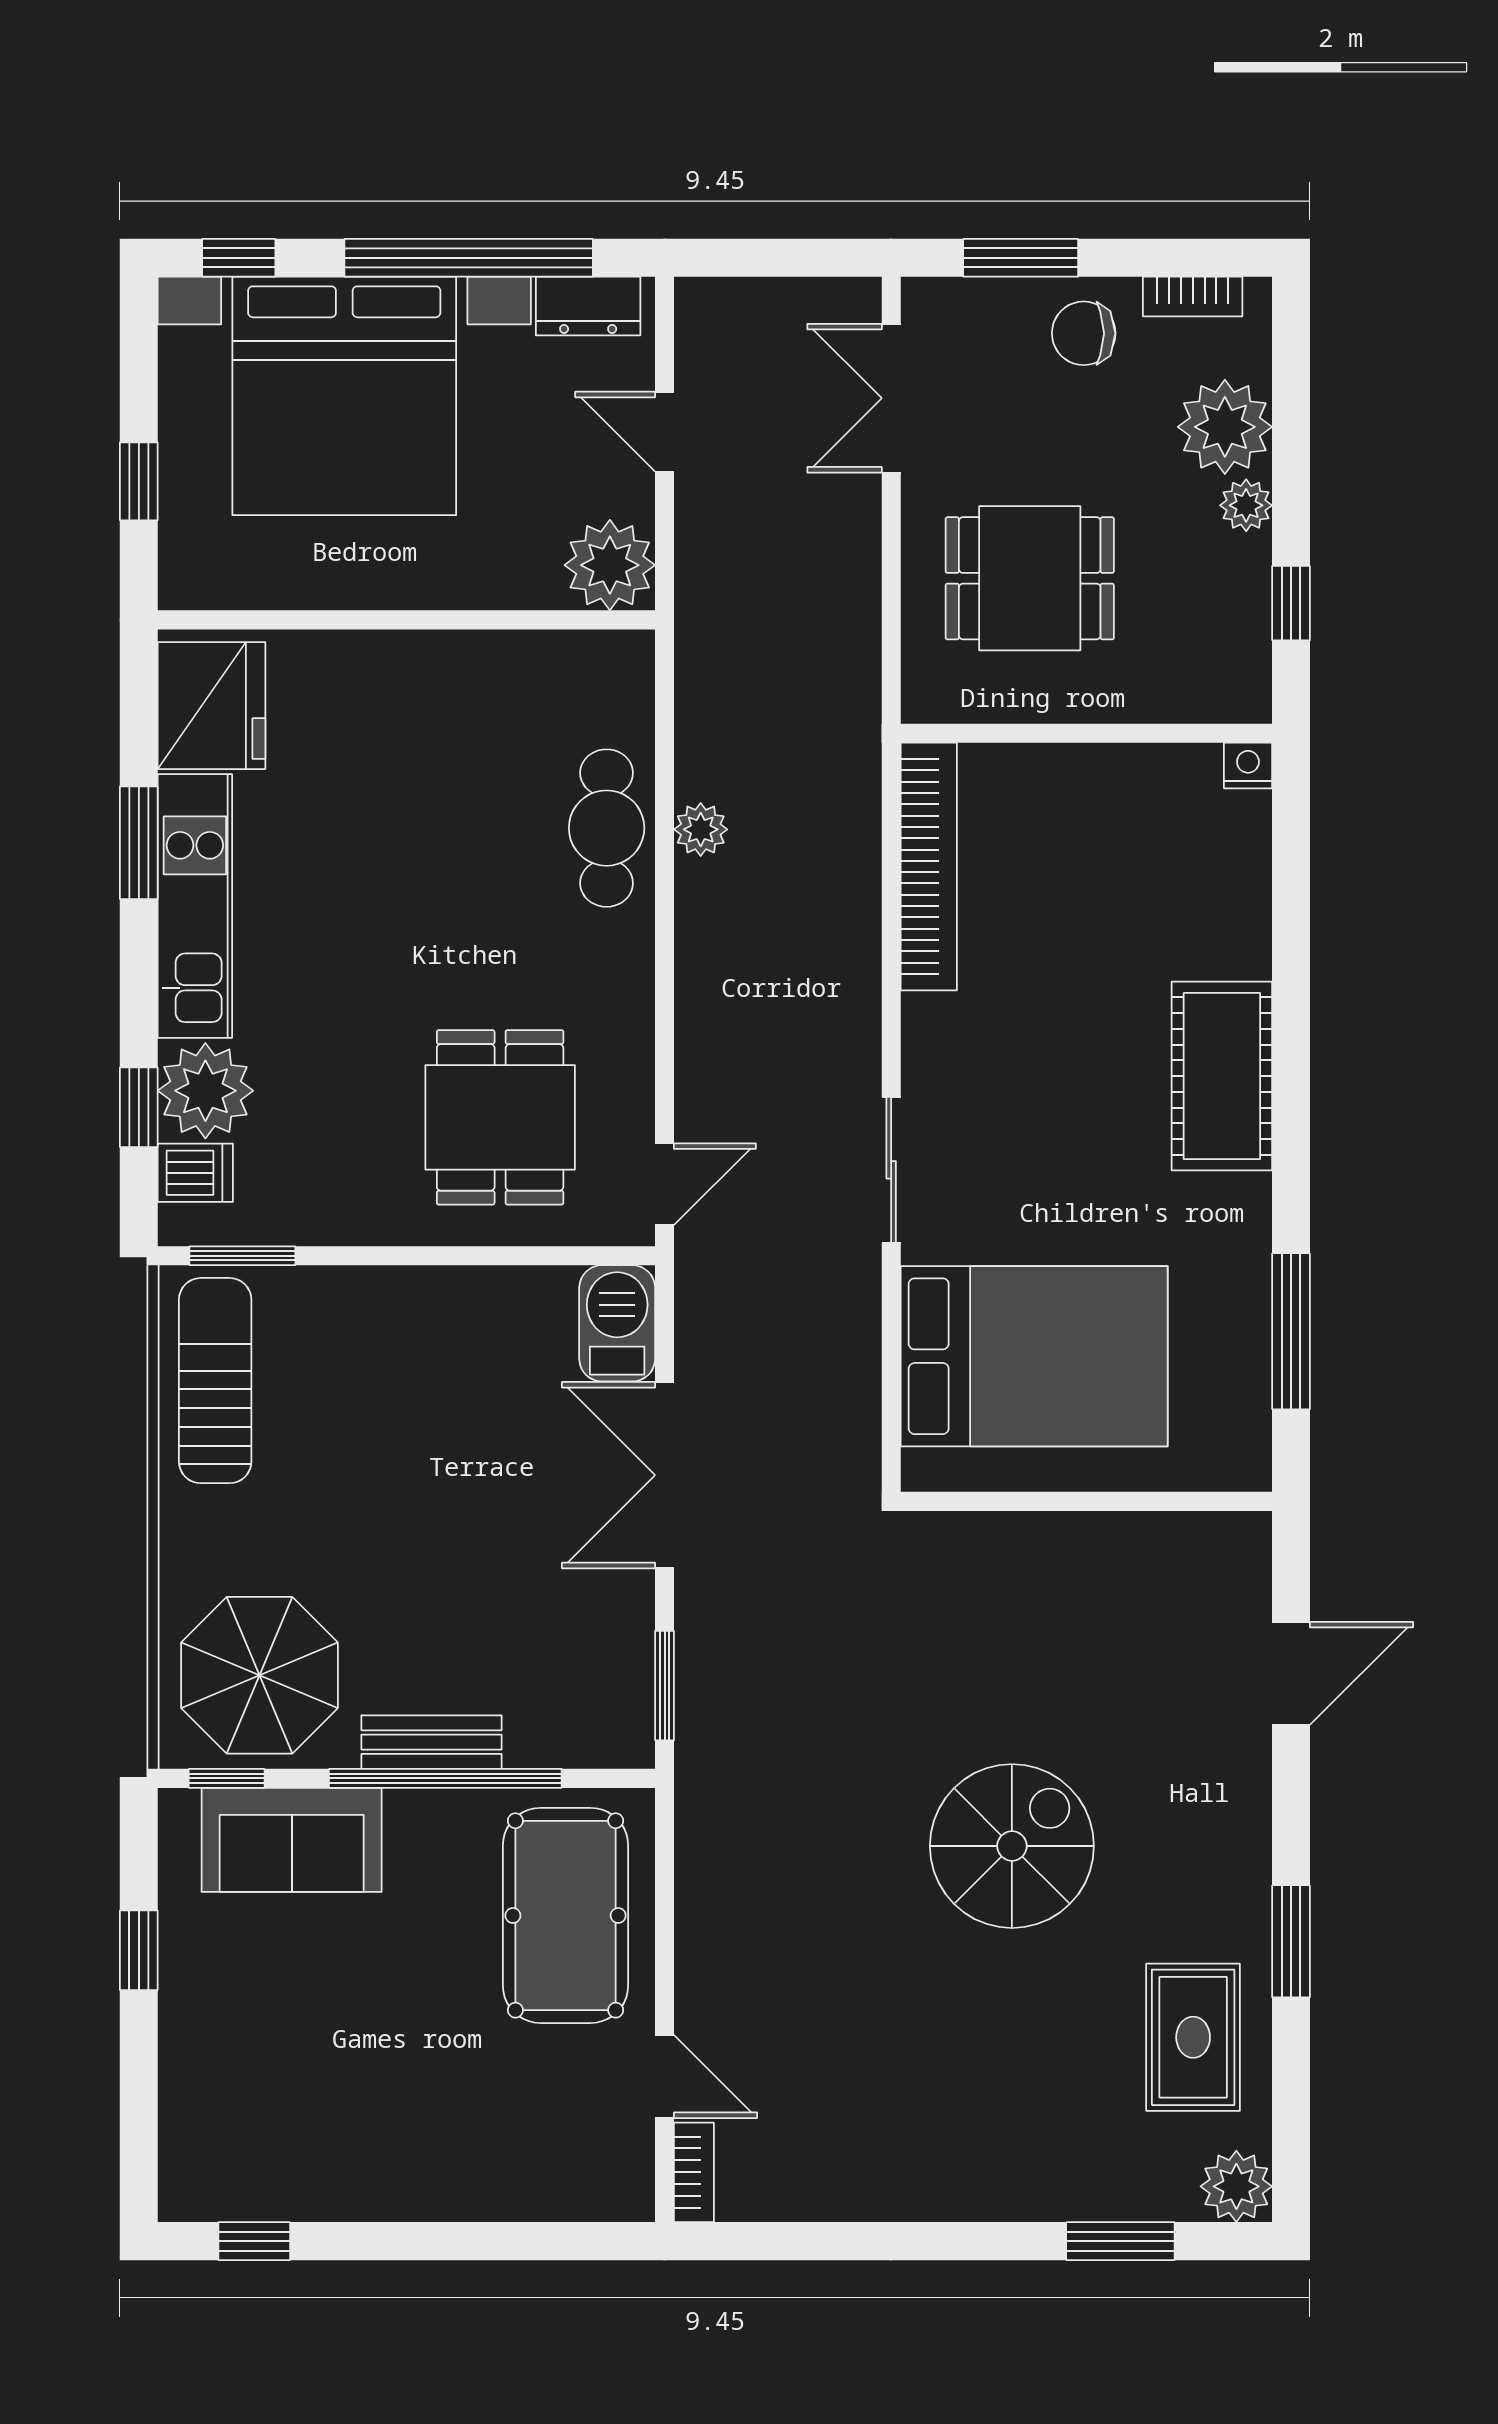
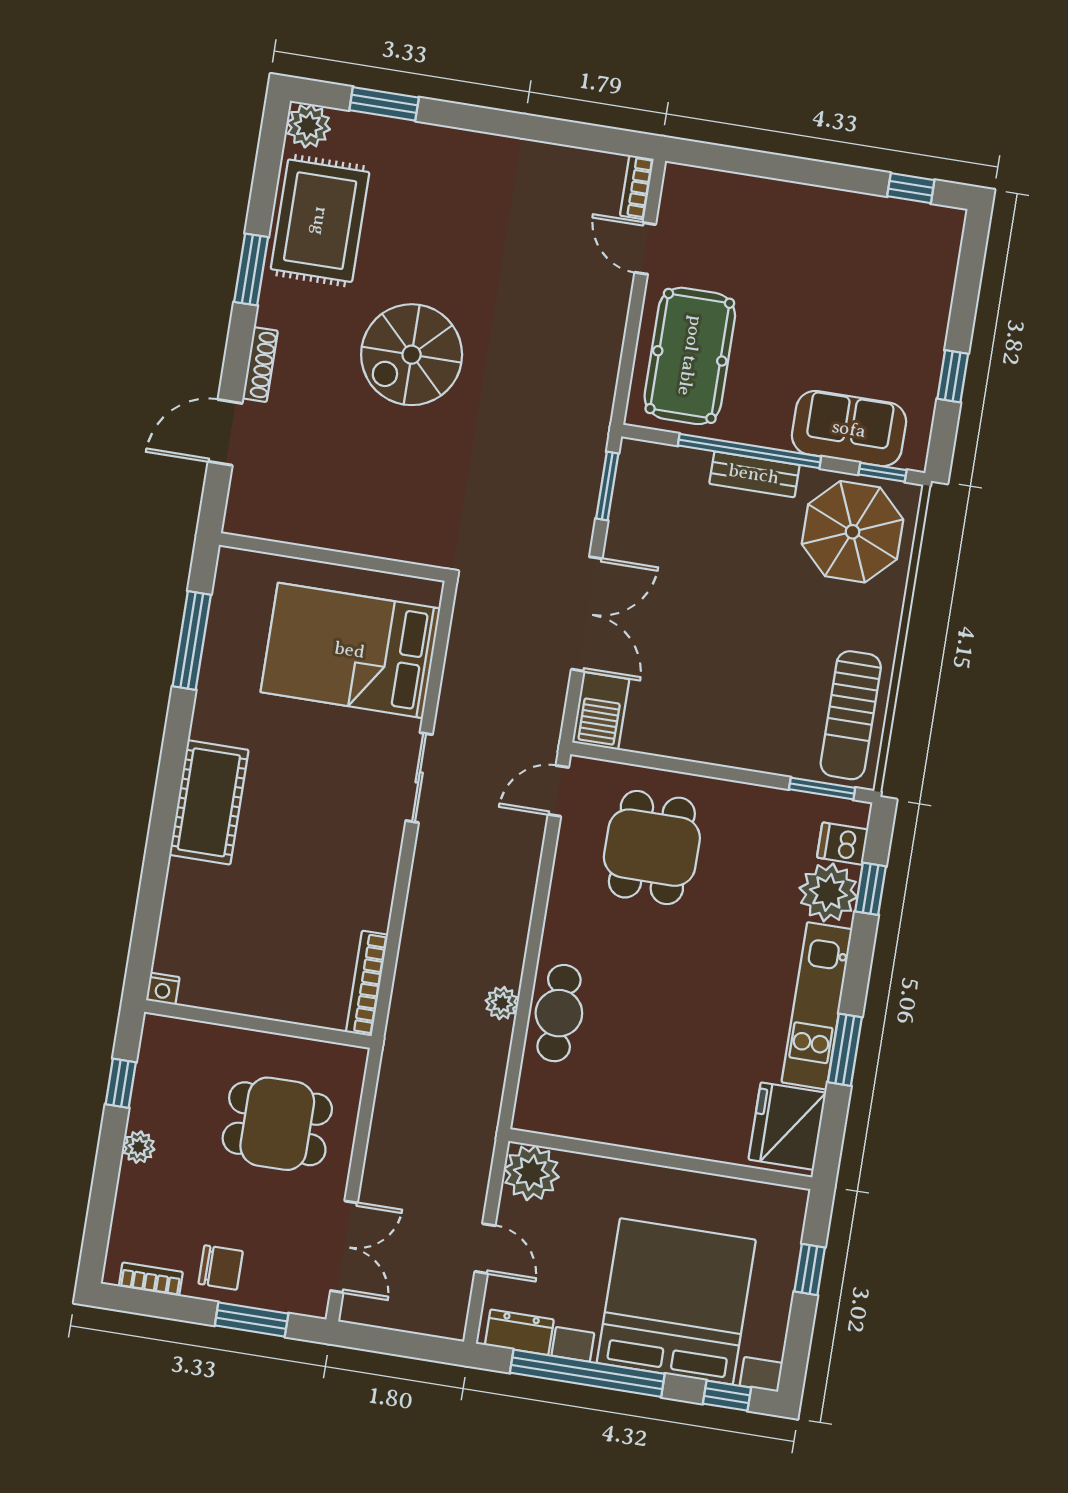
plant: (1225, 427) -> (144, 1197), removed
bookcase: (929, 866) -> (367, 983), width x0.68, depth x0.76
shoe rack: (1252, 1791) -> (260, 365), added
rug: (1193, 2037) -> (320, 221), width x1.36, depth x1.43

